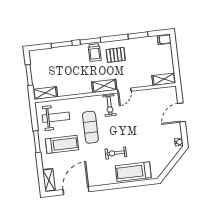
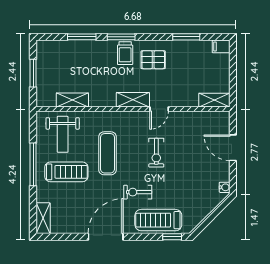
shelving: (45, 93) -> (72, 100), moved
exercise bike: (110, 105) -> (156, 153), moved
door: (182, 112) -> (233, 148), hinge flipped
weight bench: (56, 117) -> (63, 134), turned 90
window: (37, 142) -> (33, 164), width x1.44
window: (145, 183) -> (172, 237), added
door: (76, 191) -> (106, 237), moved

